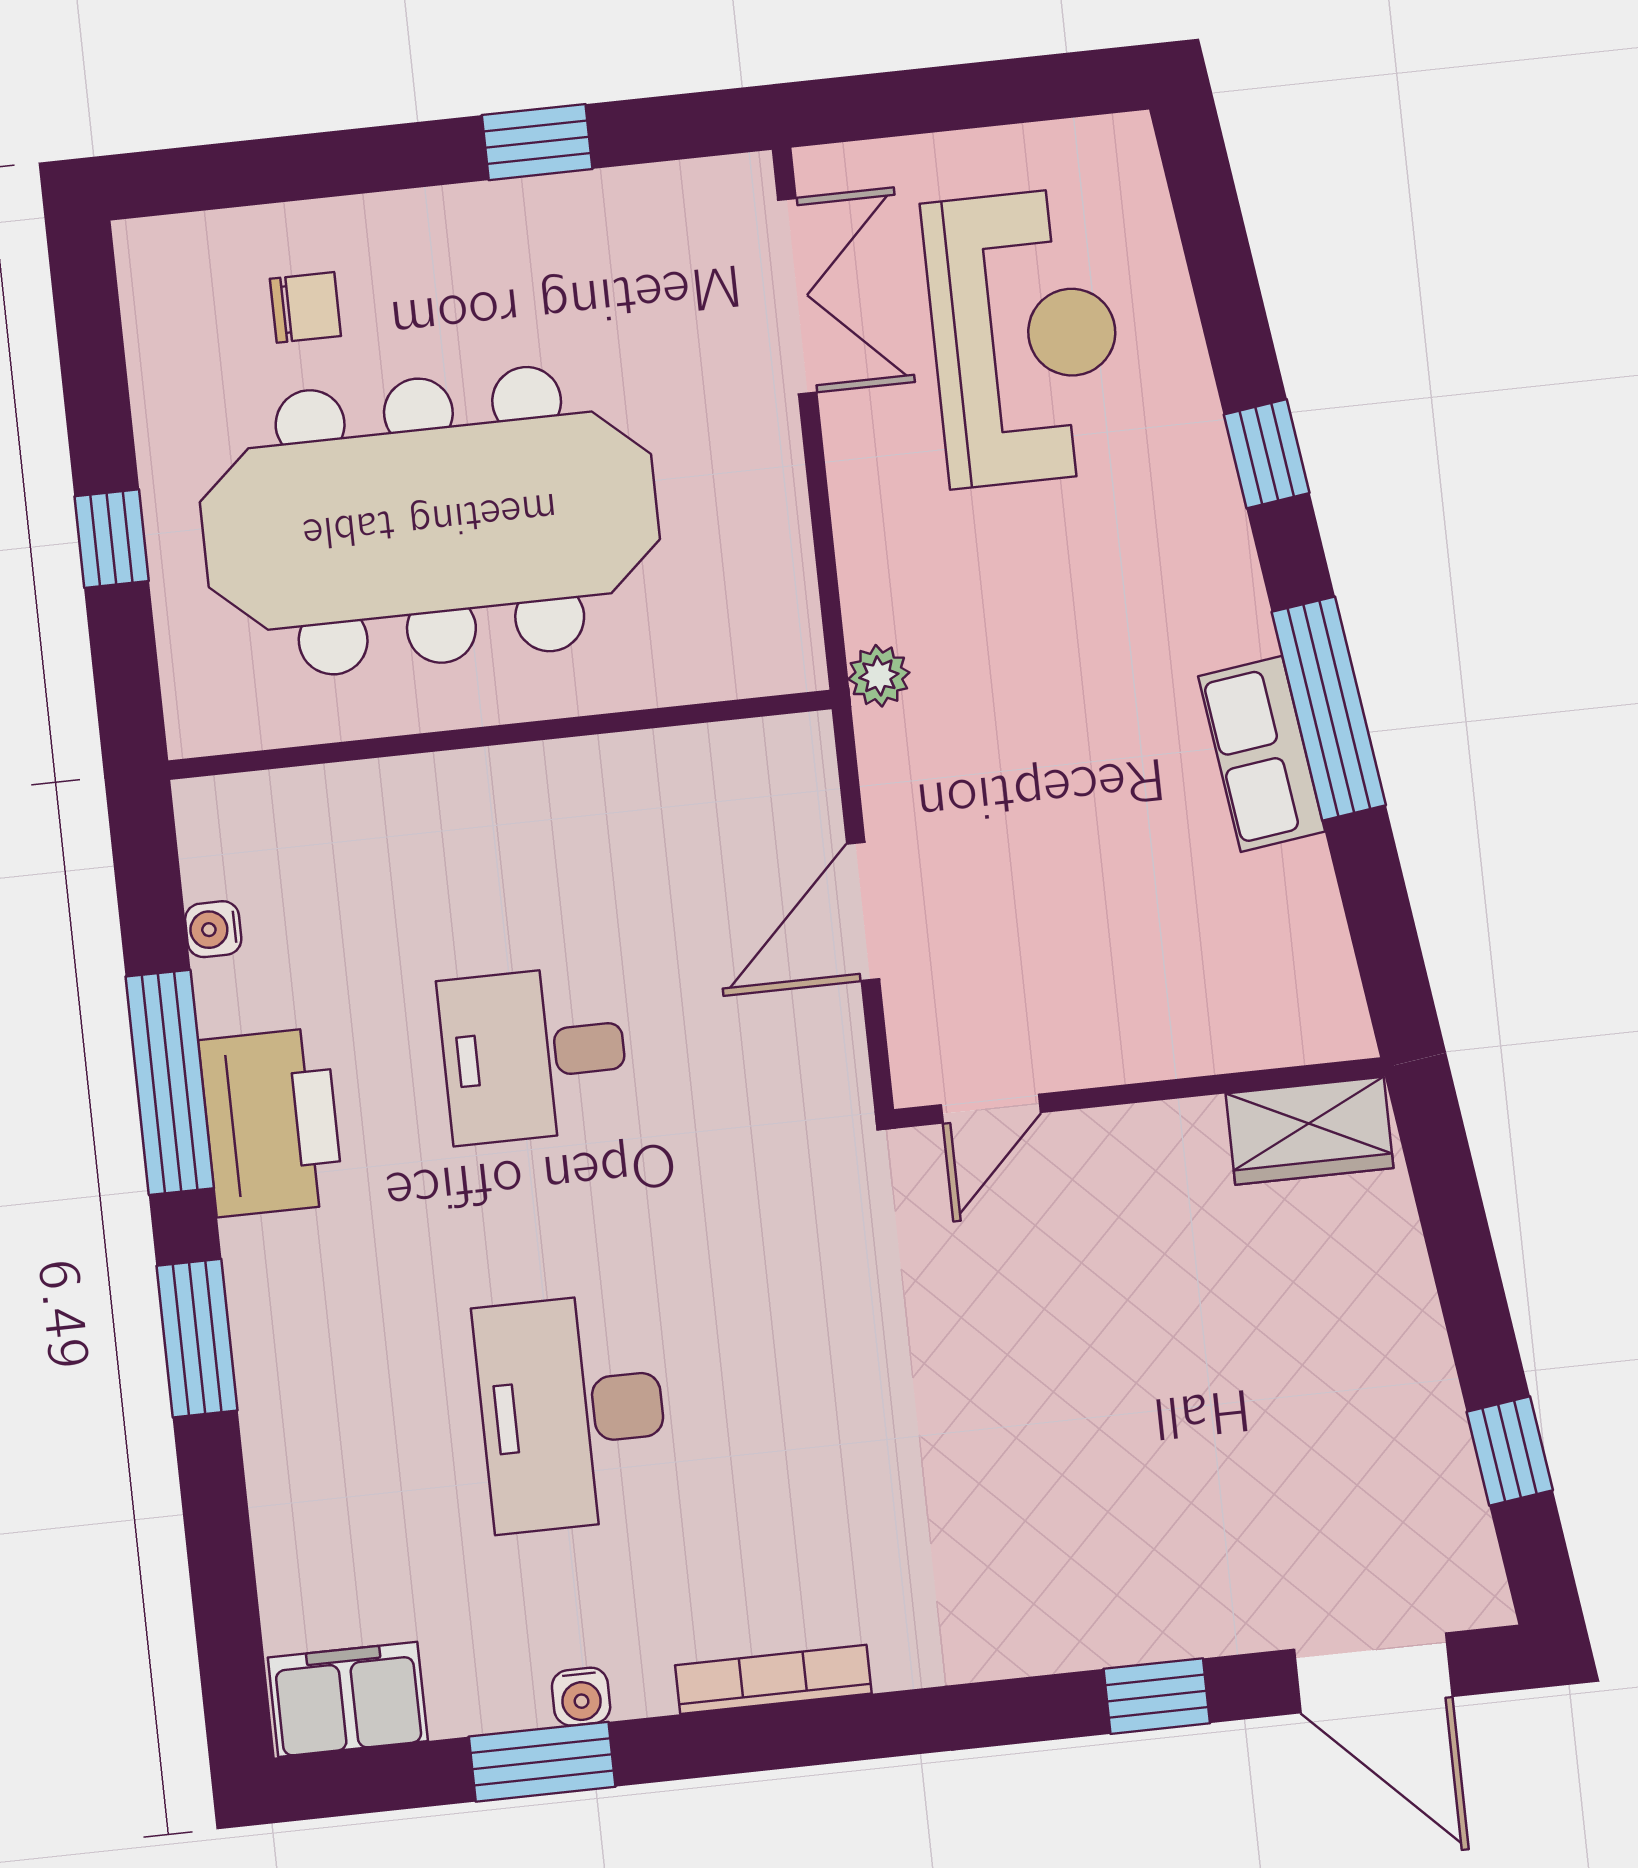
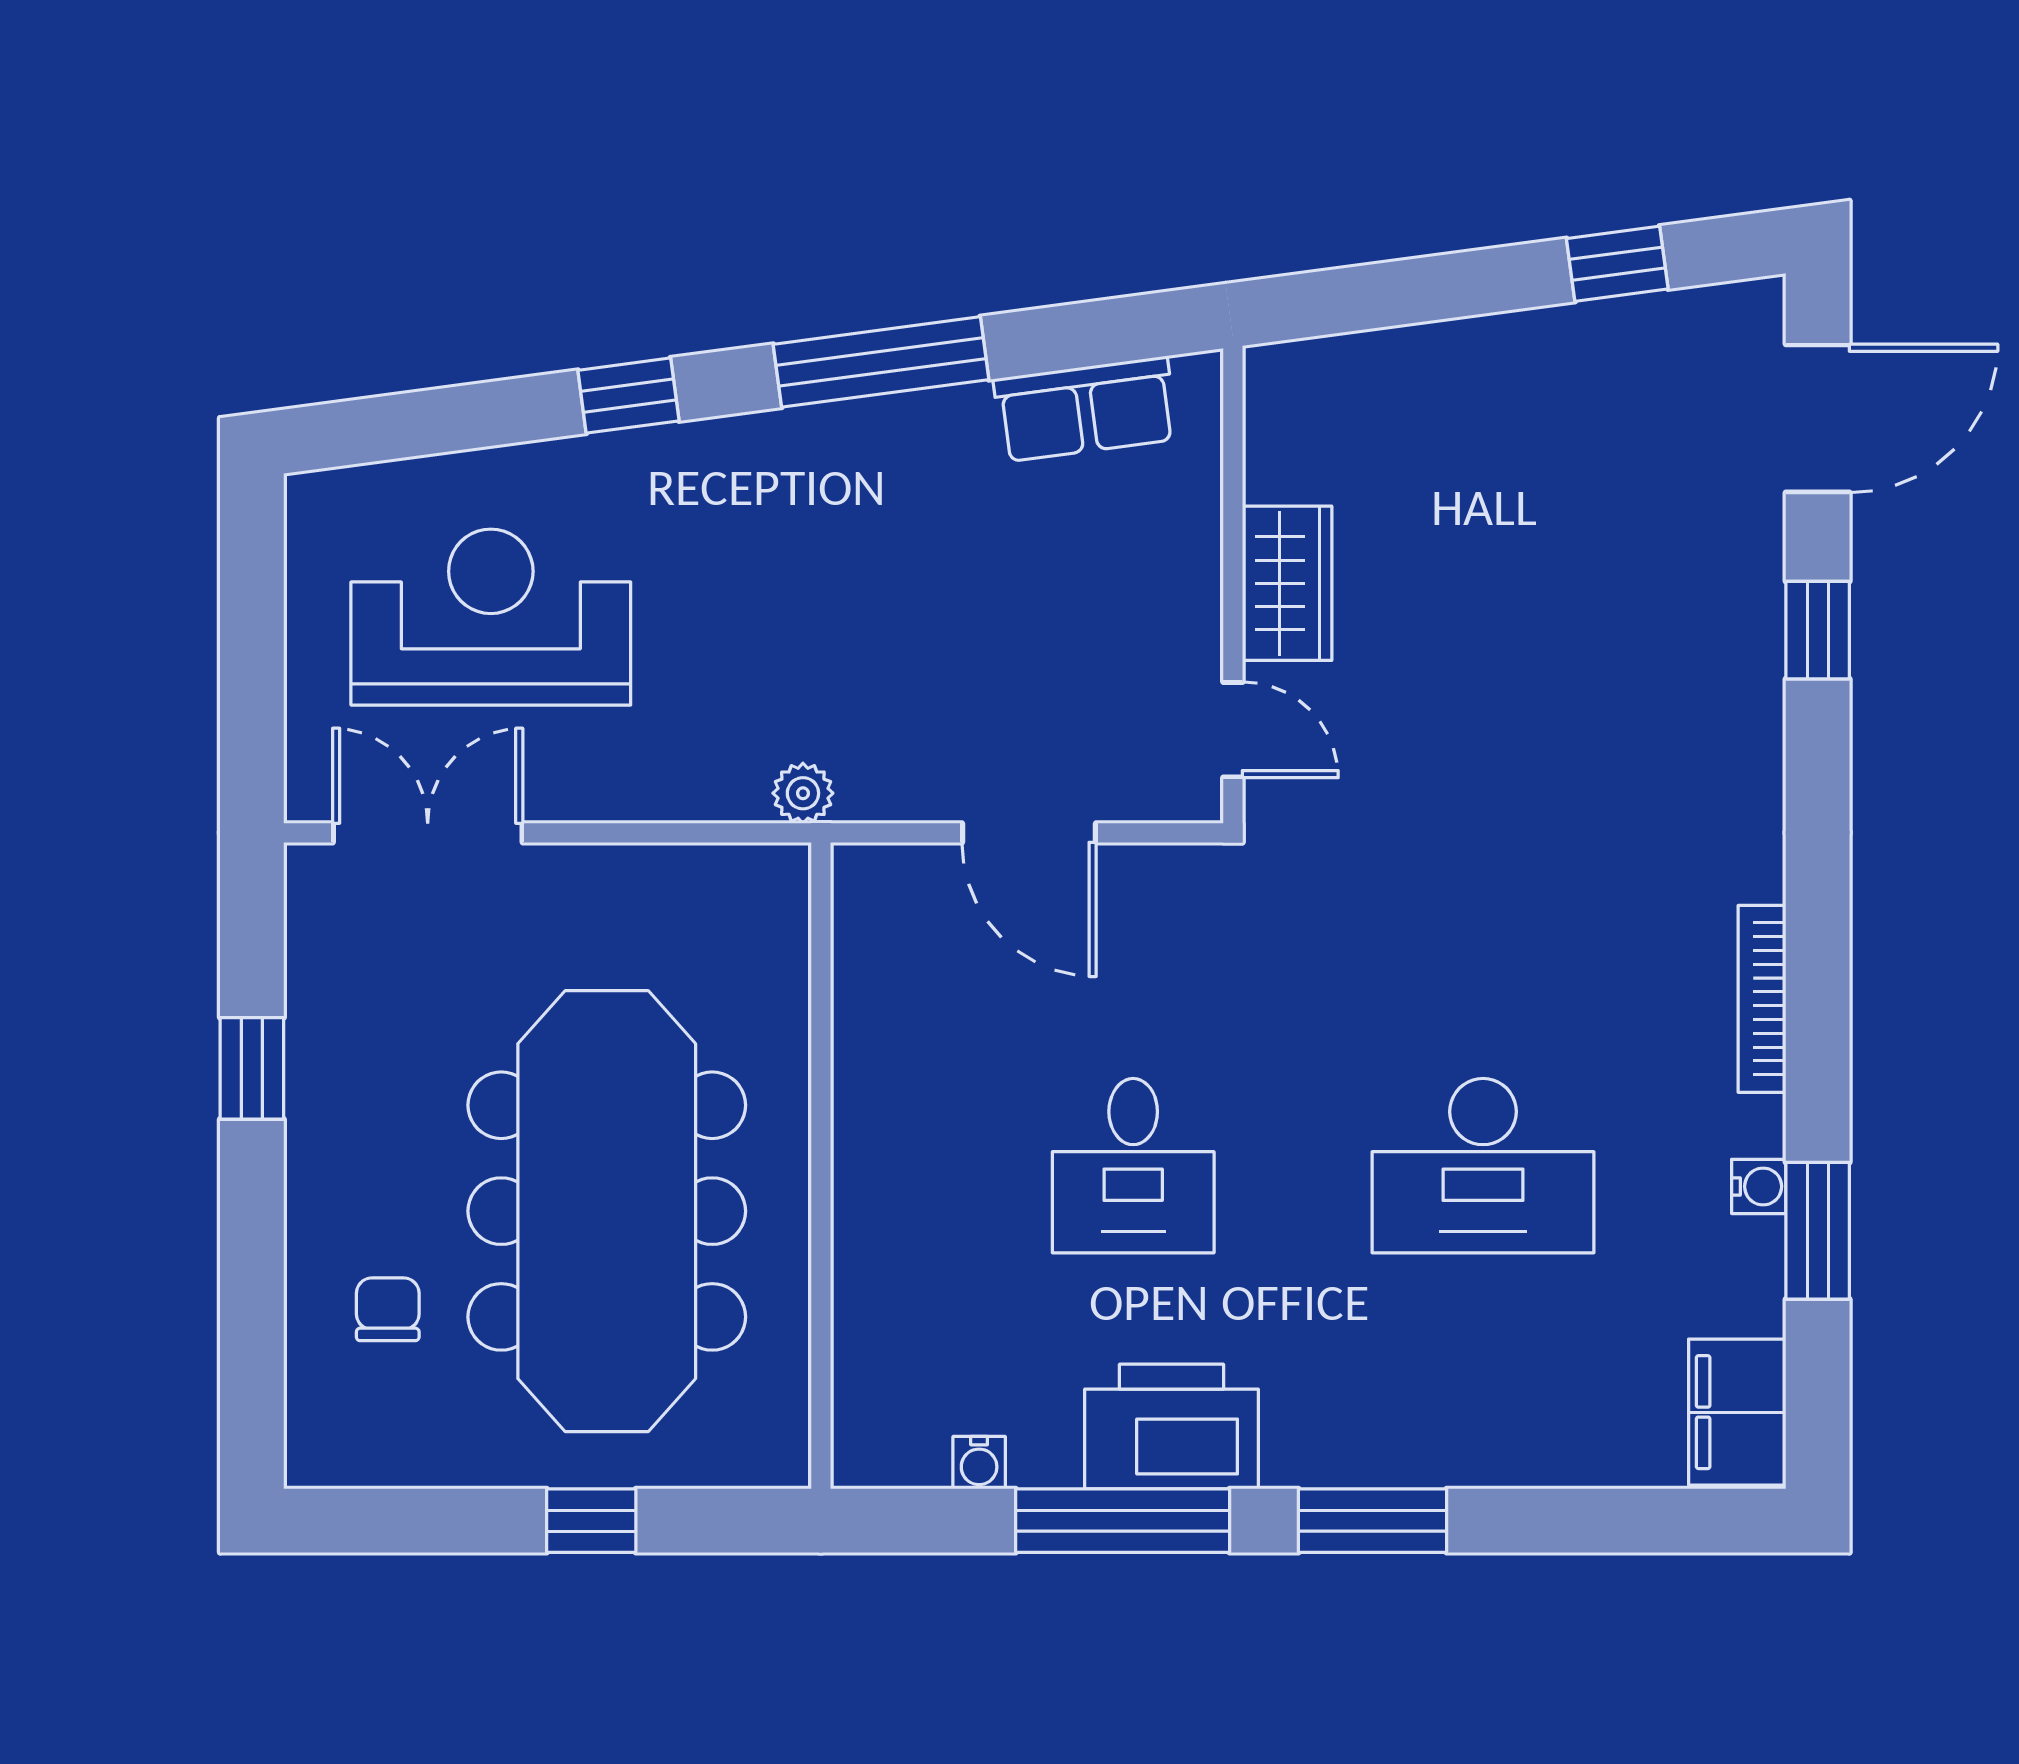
row of seats: (1262, 754) -> (1085, 409), moved
wardrobe: (1310, 1131) -> (1287, 583), moved

